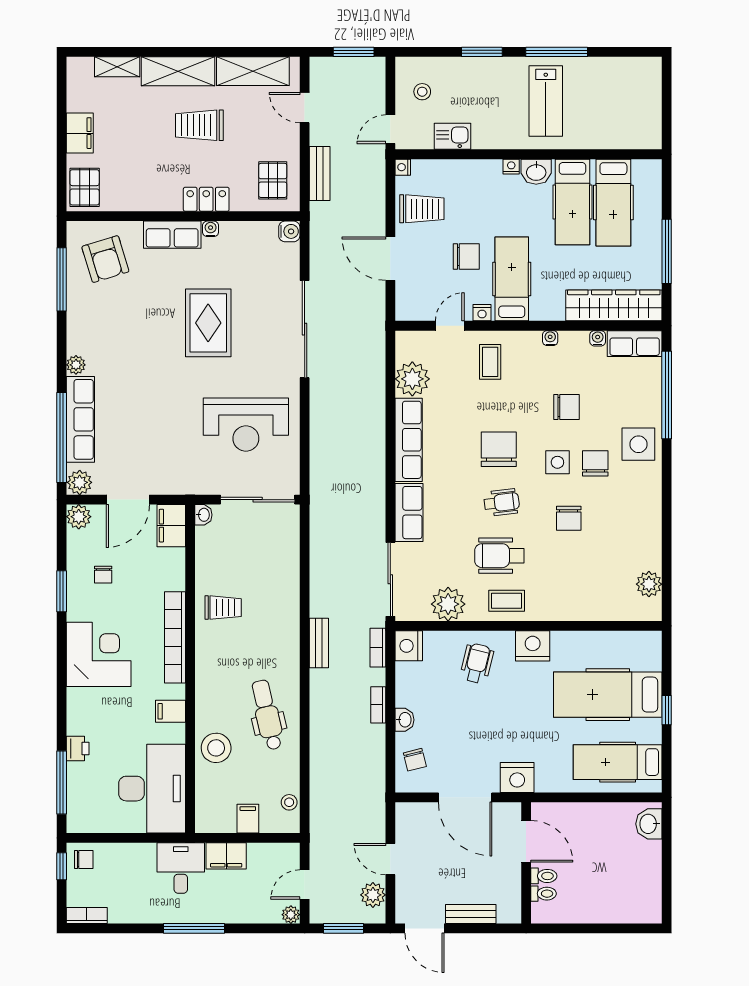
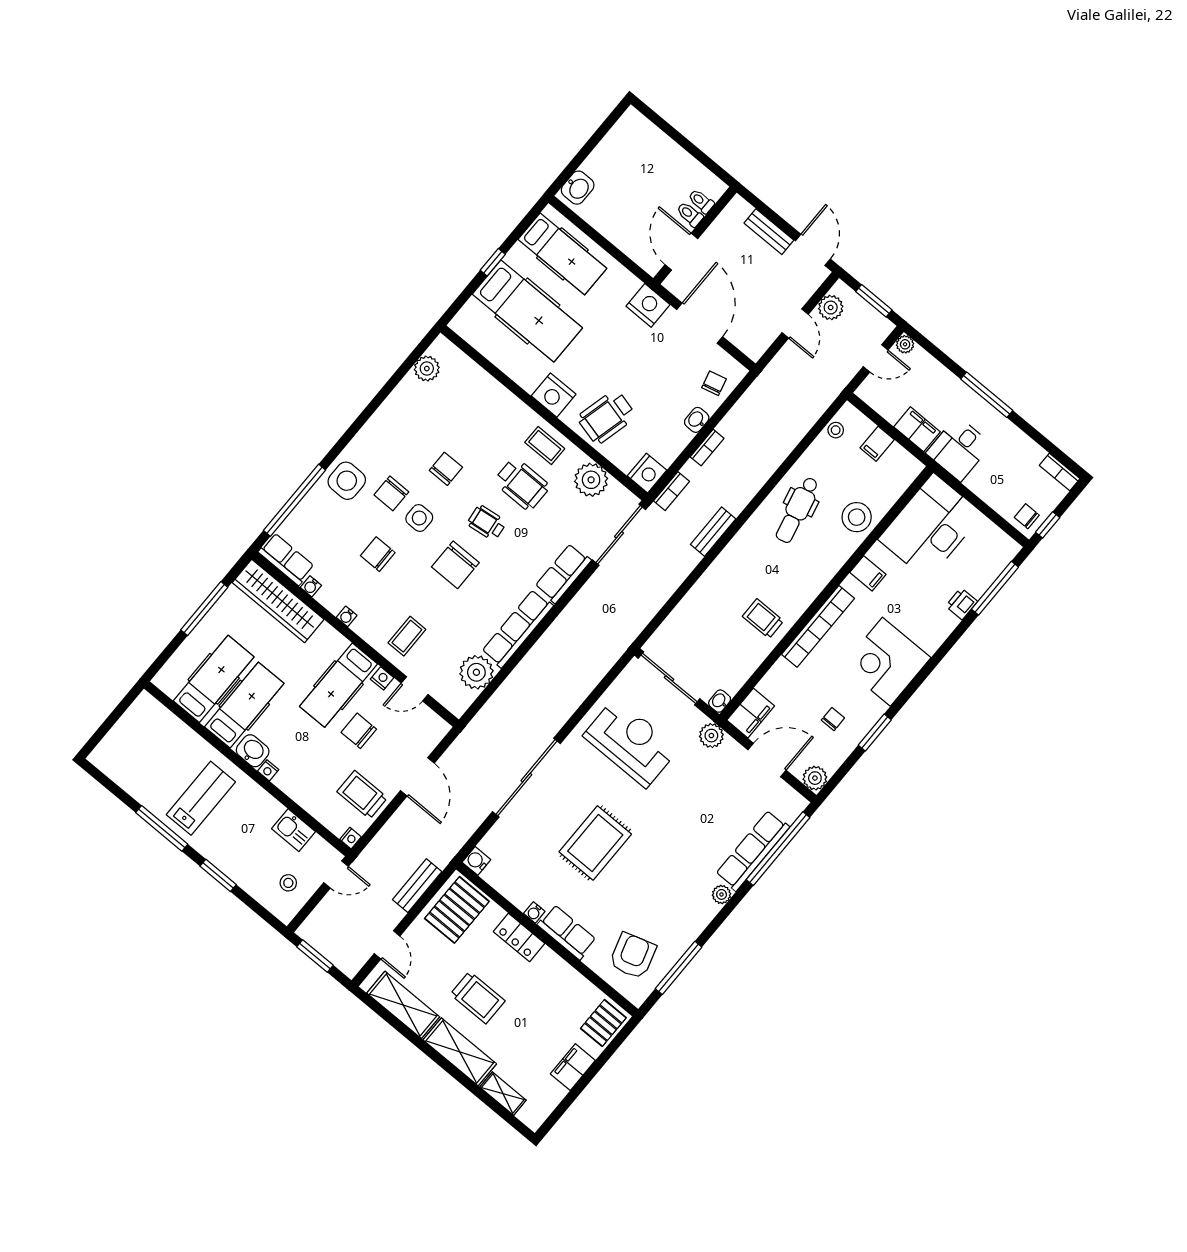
pallet: (273, 180) -> (457, 910), width x1.50, depth x1.42
plant: (80, 482) -> (711, 736), moved
wheelchair: (477, 663) -> (607, 417), width x1.36, depth x1.37

